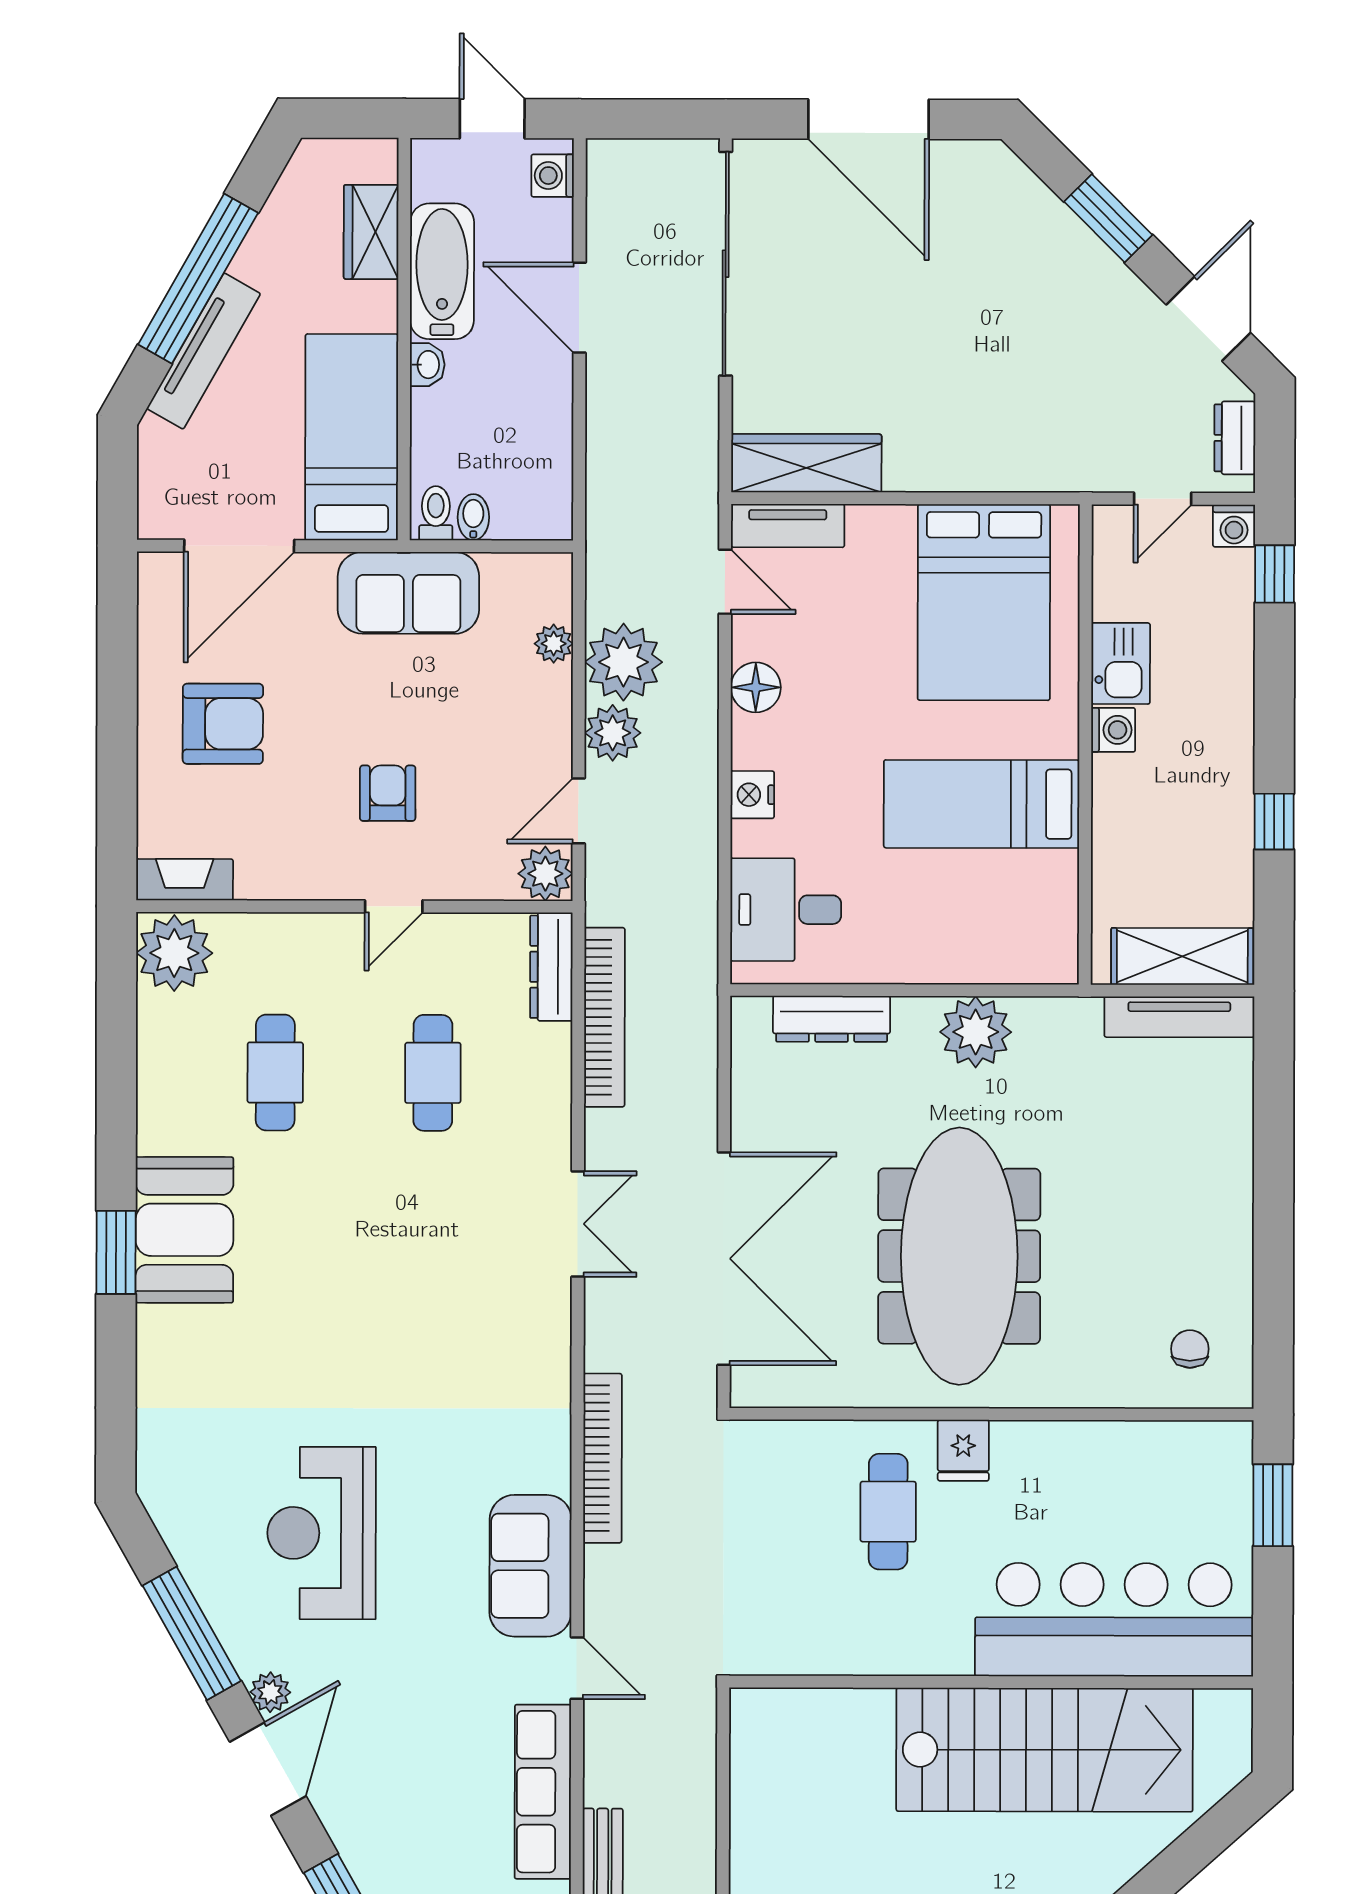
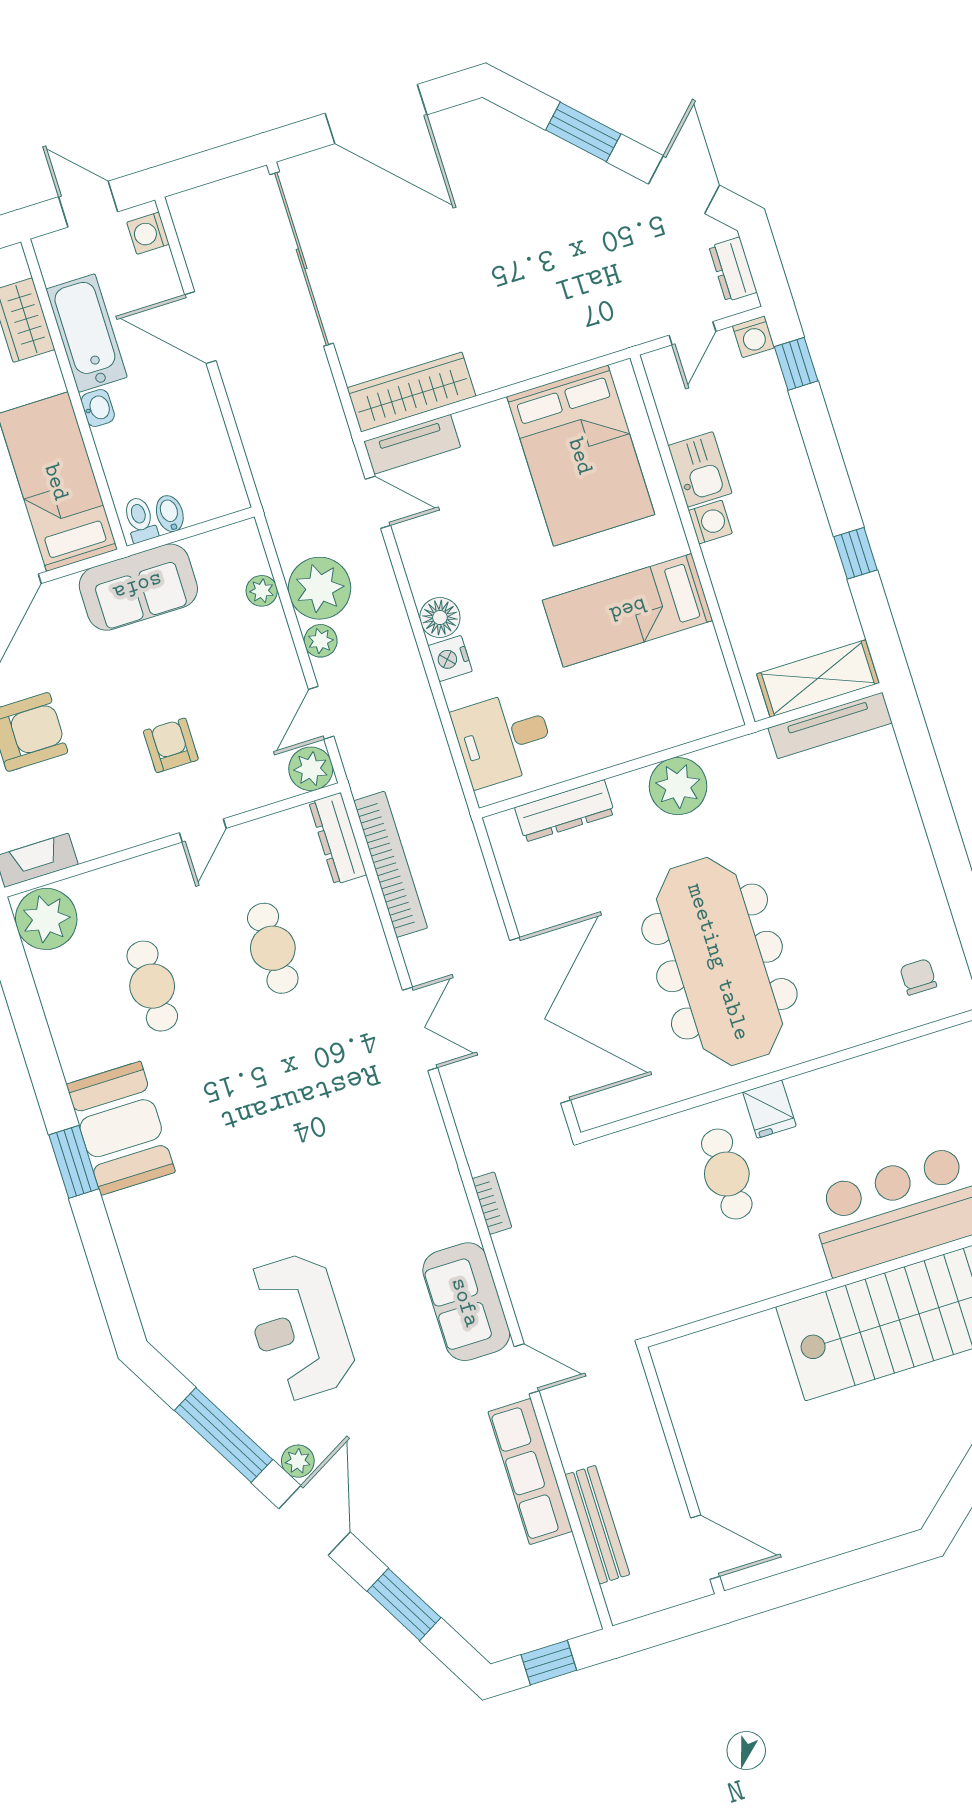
floor lamp: (756, 687) -> (440, 618), moved
plant: (613, 733) -> (321, 641), width x0.73, depth x0.73
bookcase: (602, 1458) -> (492, 1203), width x0.43, depth x0.76

